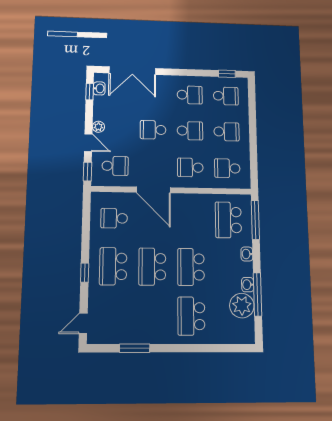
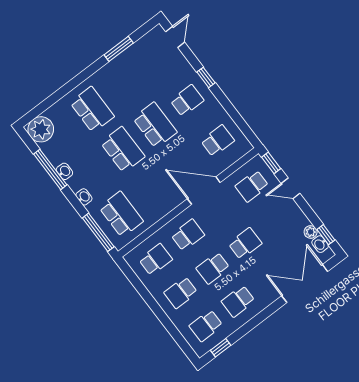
plant: (98, 127) -> (311, 232), moved
school desk: (113, 266) -> (187, 101), width x0.54
plant: (242, 306) -> (41, 129), moved

